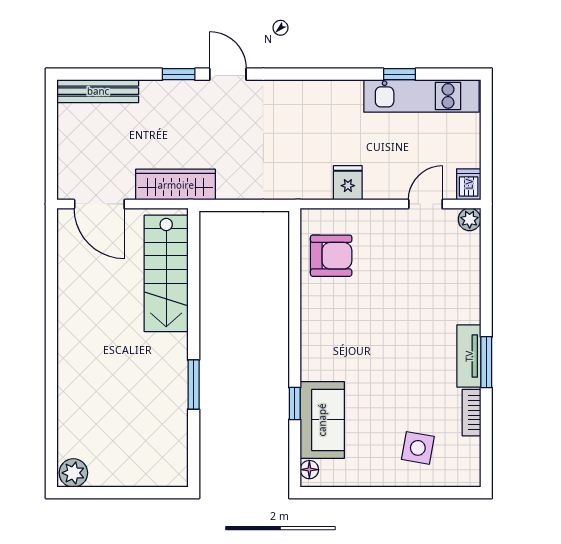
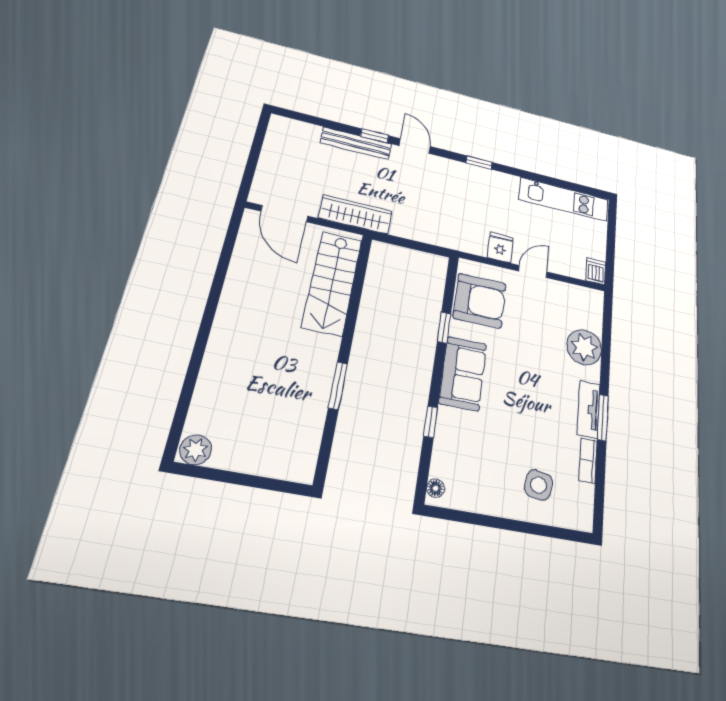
window: (400, 74) -> (479, 163), moved
bench: (98, 91) -> (356, 143), moved
door: (425, 204) -> (533, 272), moved
plant: (470, 219) -> (584, 347), moved, width x1.88, depth x1.88
armchair: (331, 256) -> (480, 301), width x1.36, depth x1.36
window: (295, 297) -> (444, 328), added
sofa: (322, 420) -> (463, 373), moved

